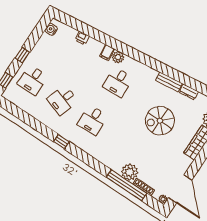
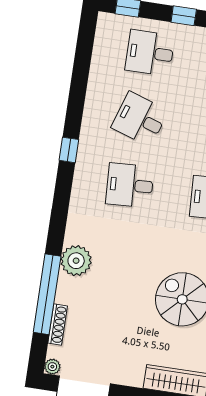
plant: (130, 172) -> (76, 261), moved

